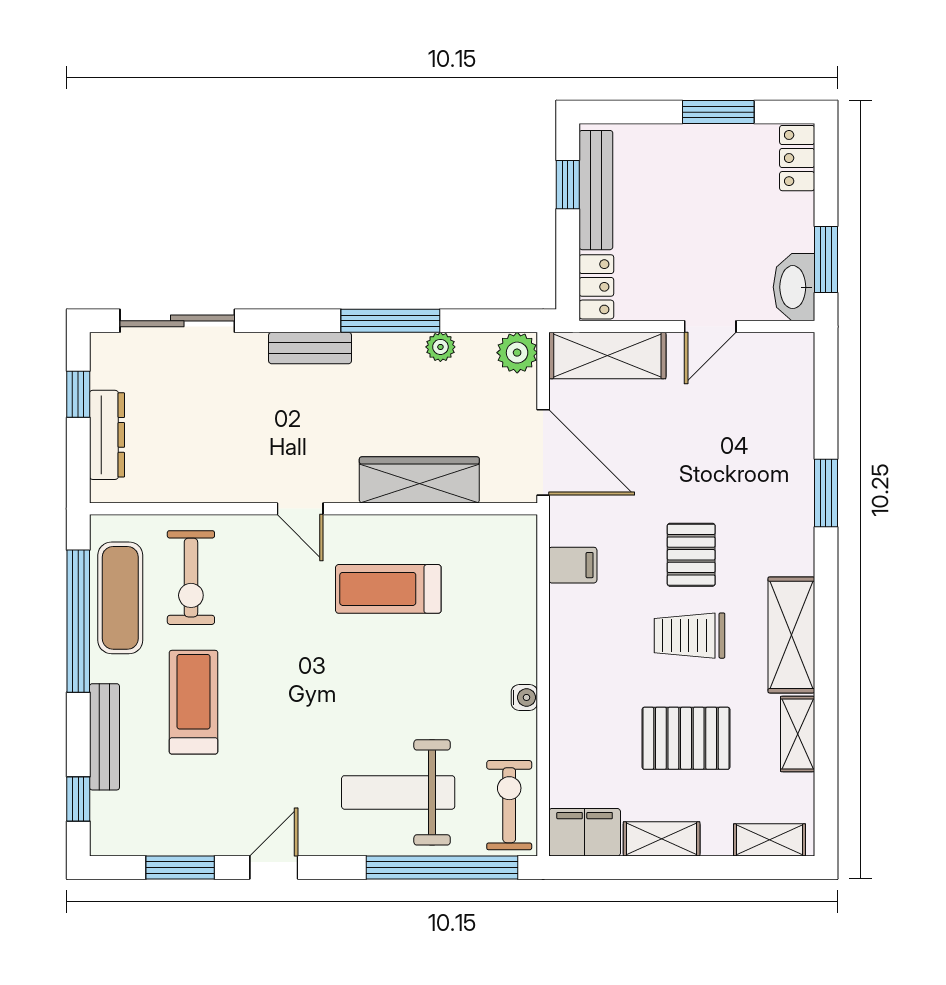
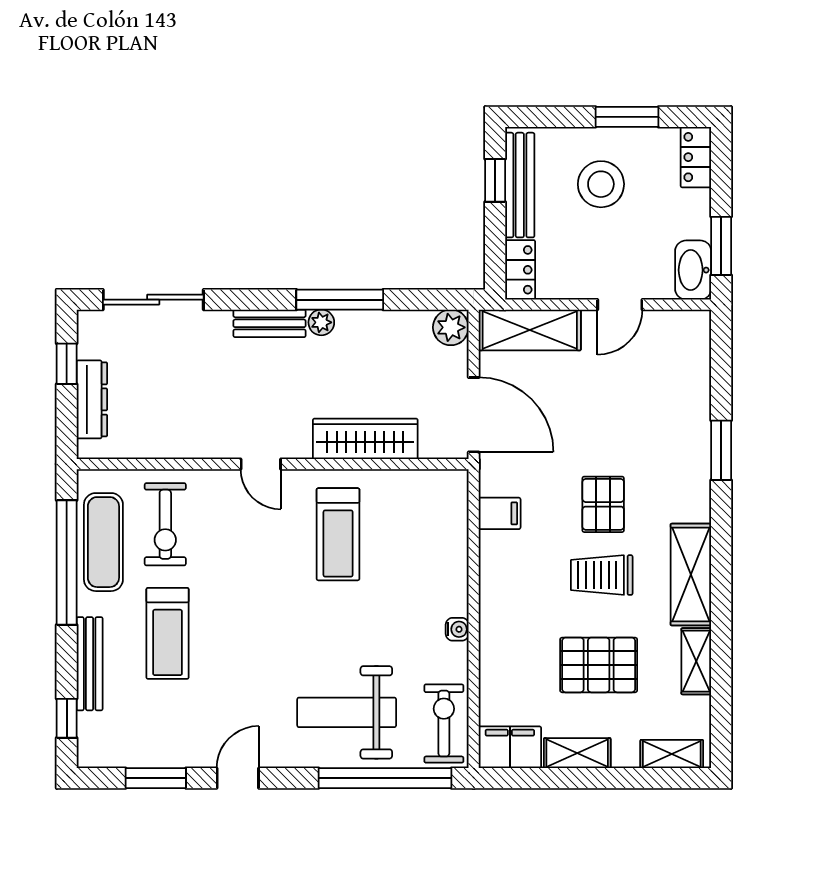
stool: (689, 189) -> (601, 184), added
plant: (440, 347) -> (321, 322), moved
treadmill: (388, 589) -> (338, 534), turned -90
treadmill: (194, 702) -> (168, 633), turned 180

